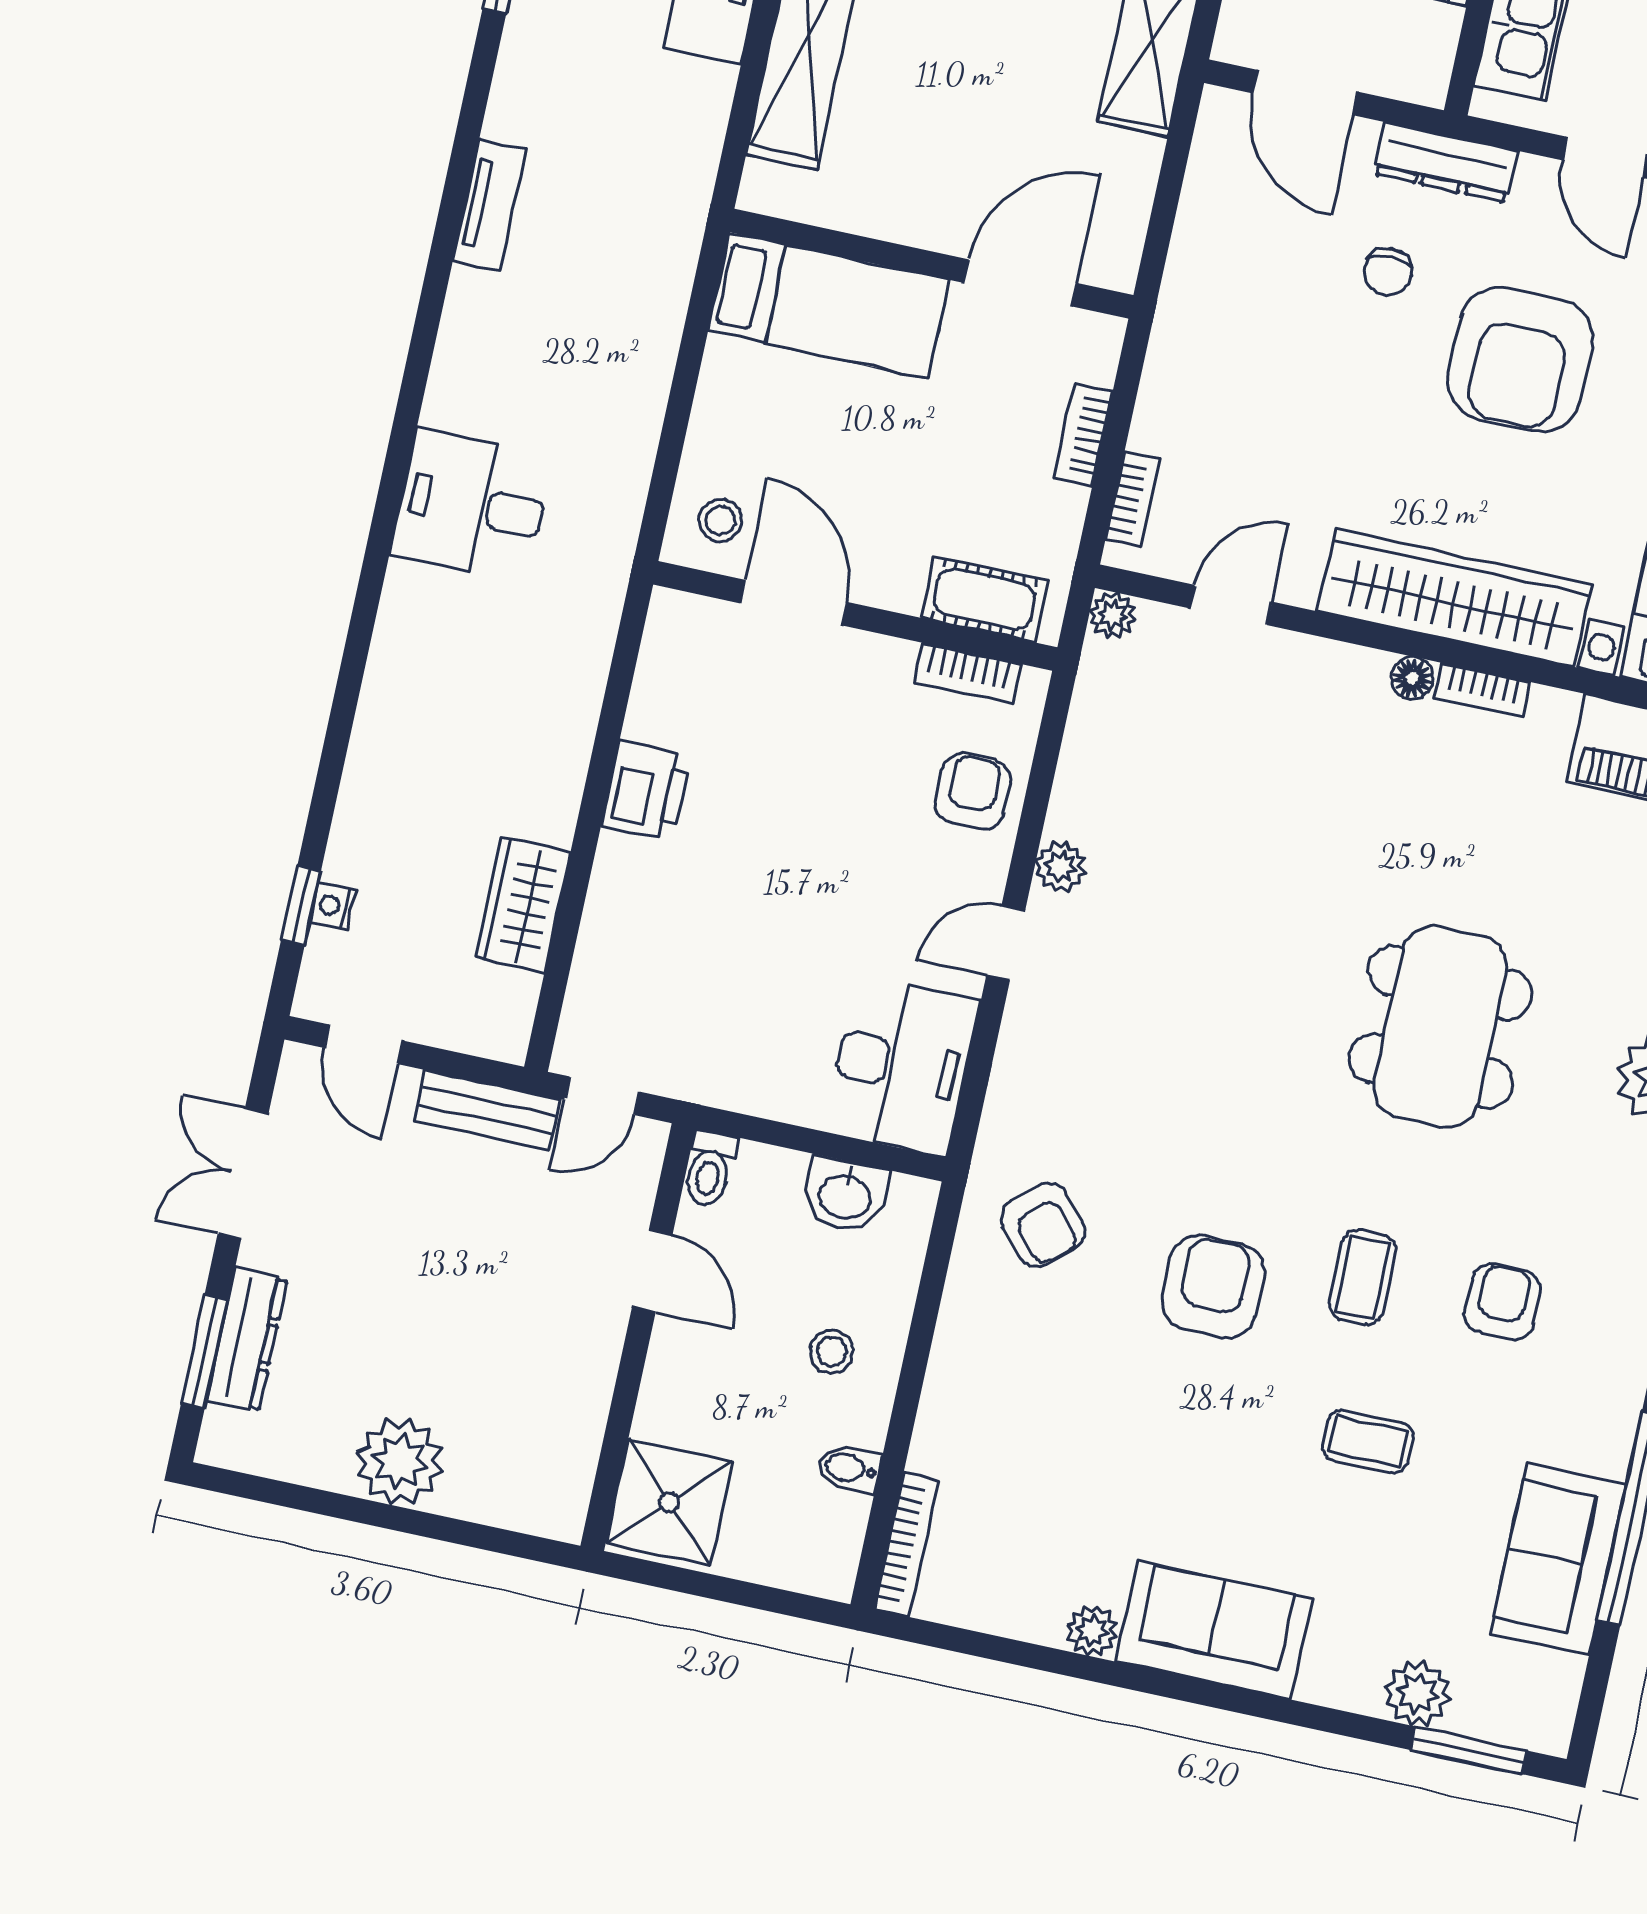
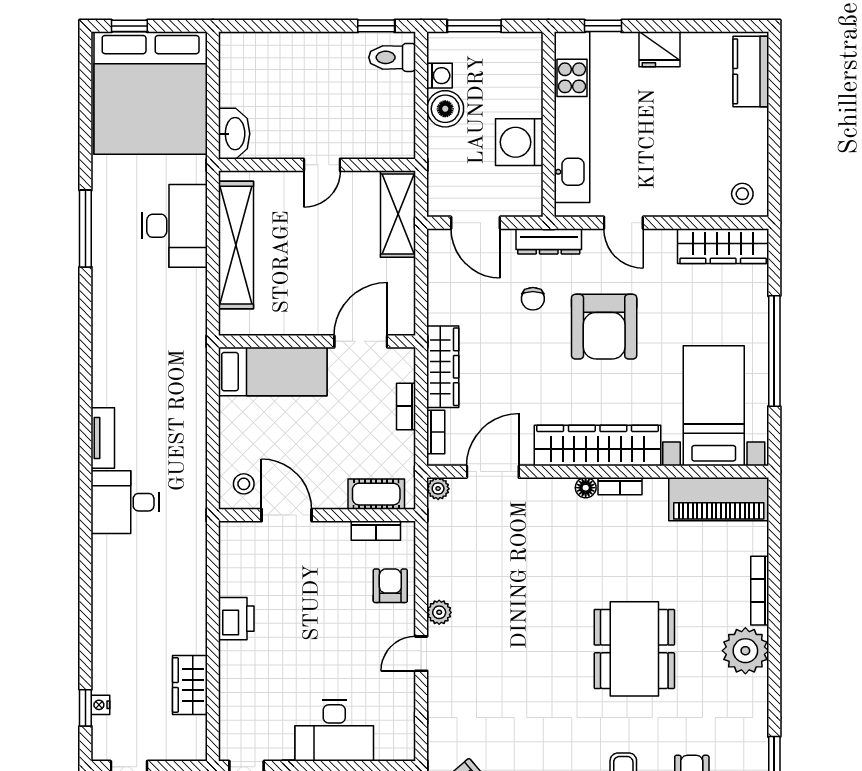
tv unit: (489, 205) -> (103, 438), moved
wardrobe: (1176, 370) -> (443, 367), added
door: (1231, 605) -> (493, 472), width x1.38
desk: (902, 1066) -> (334, 730), moved, turned 90

